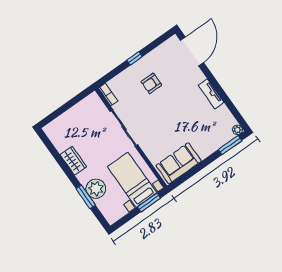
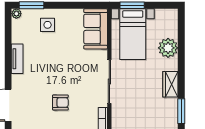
side table: (206, 139) -> (48, 25), added
sofa: (179, 163) -> (96, 29), moved, turned 90
window: (86, 197) -> (181, 111), moved

